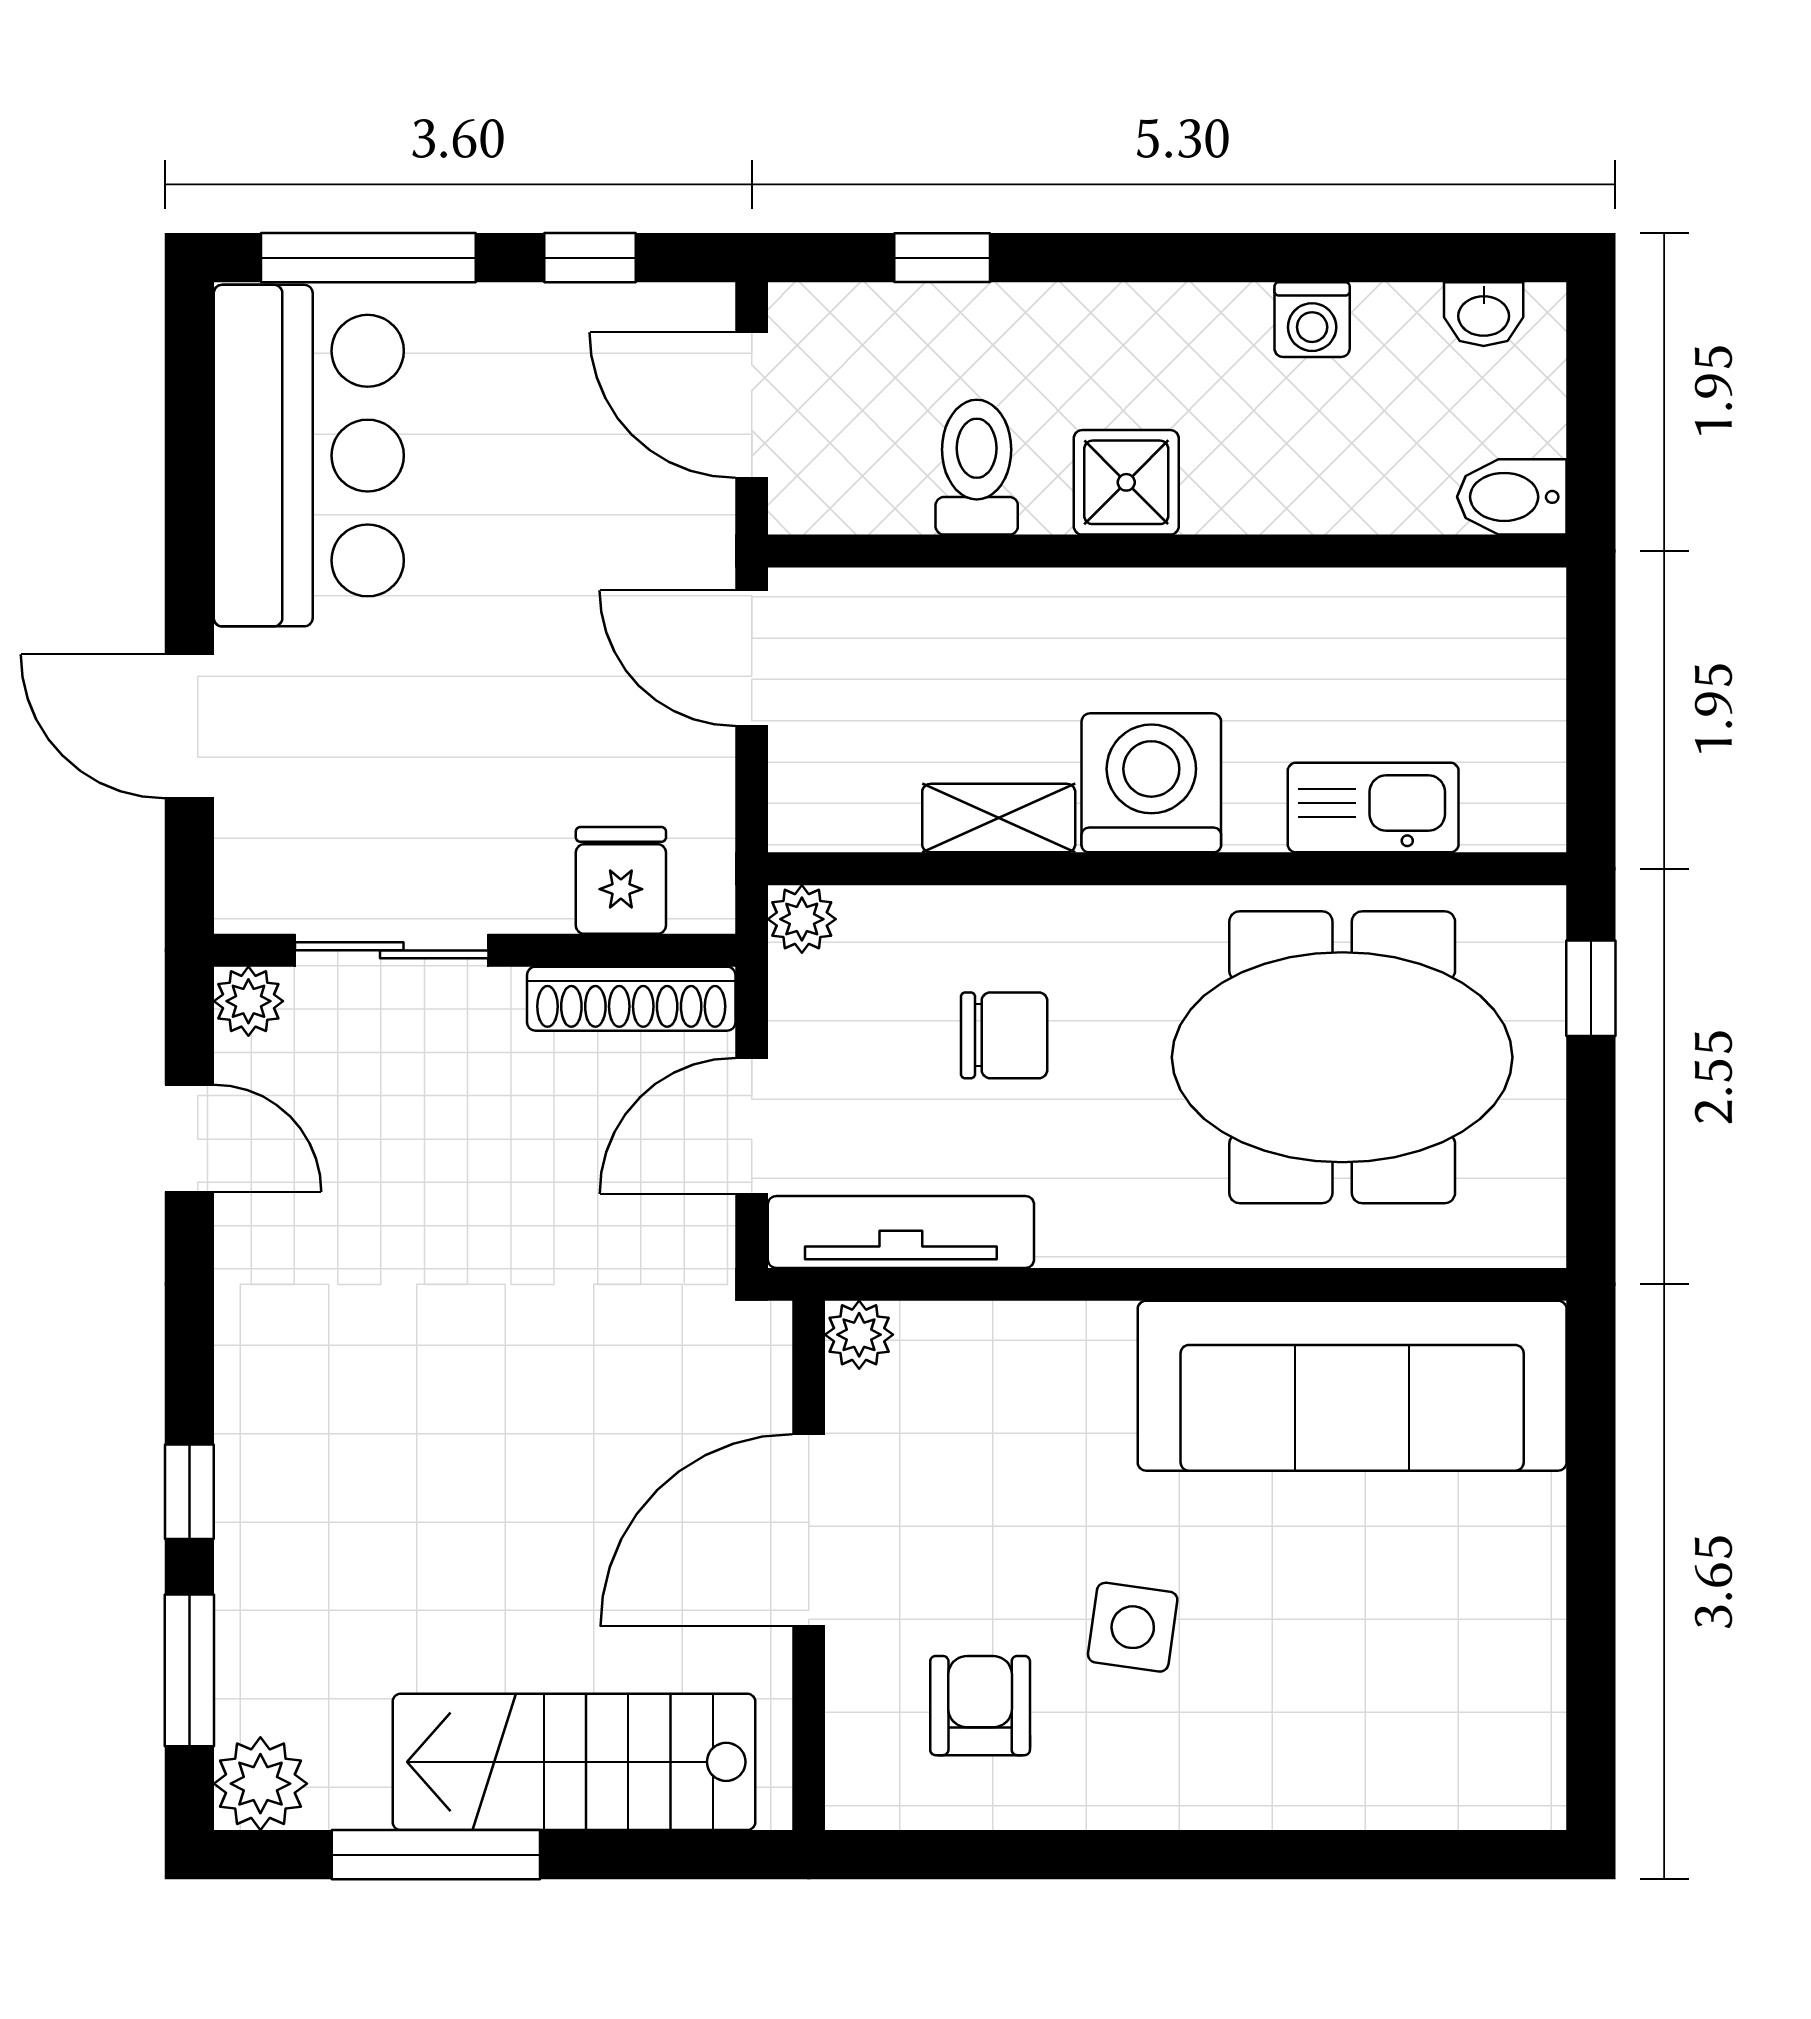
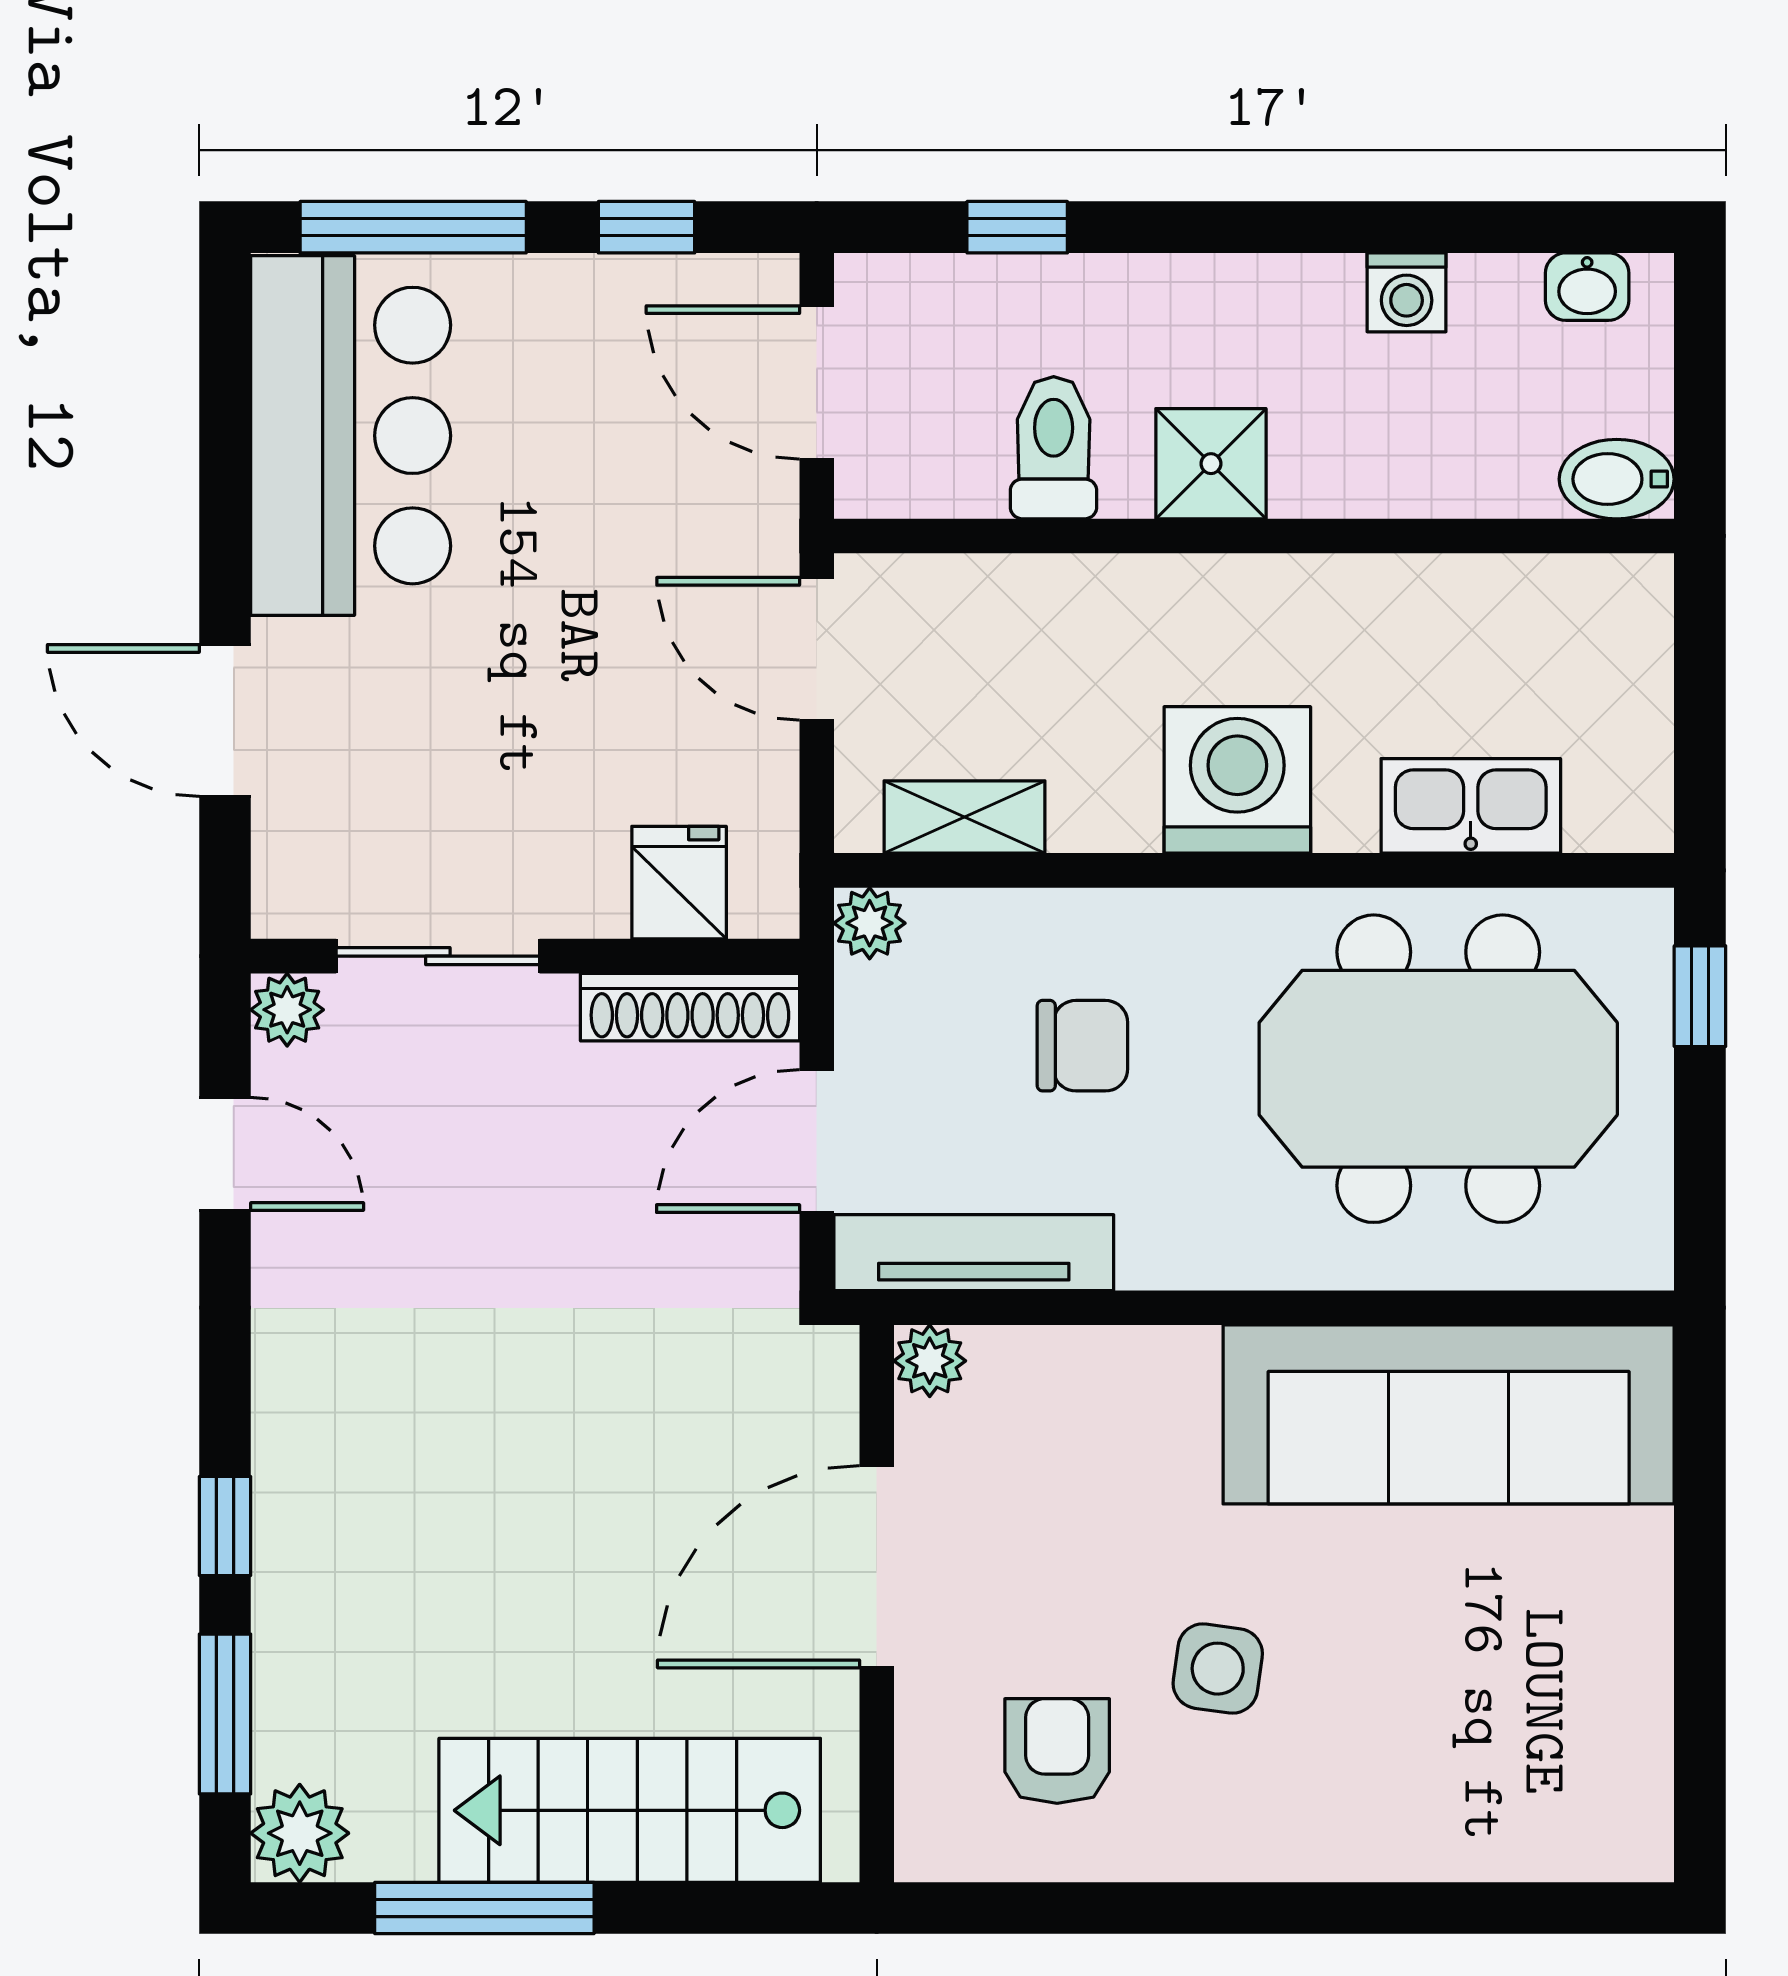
shelving: (999, 818) -> (964, 817), moved

